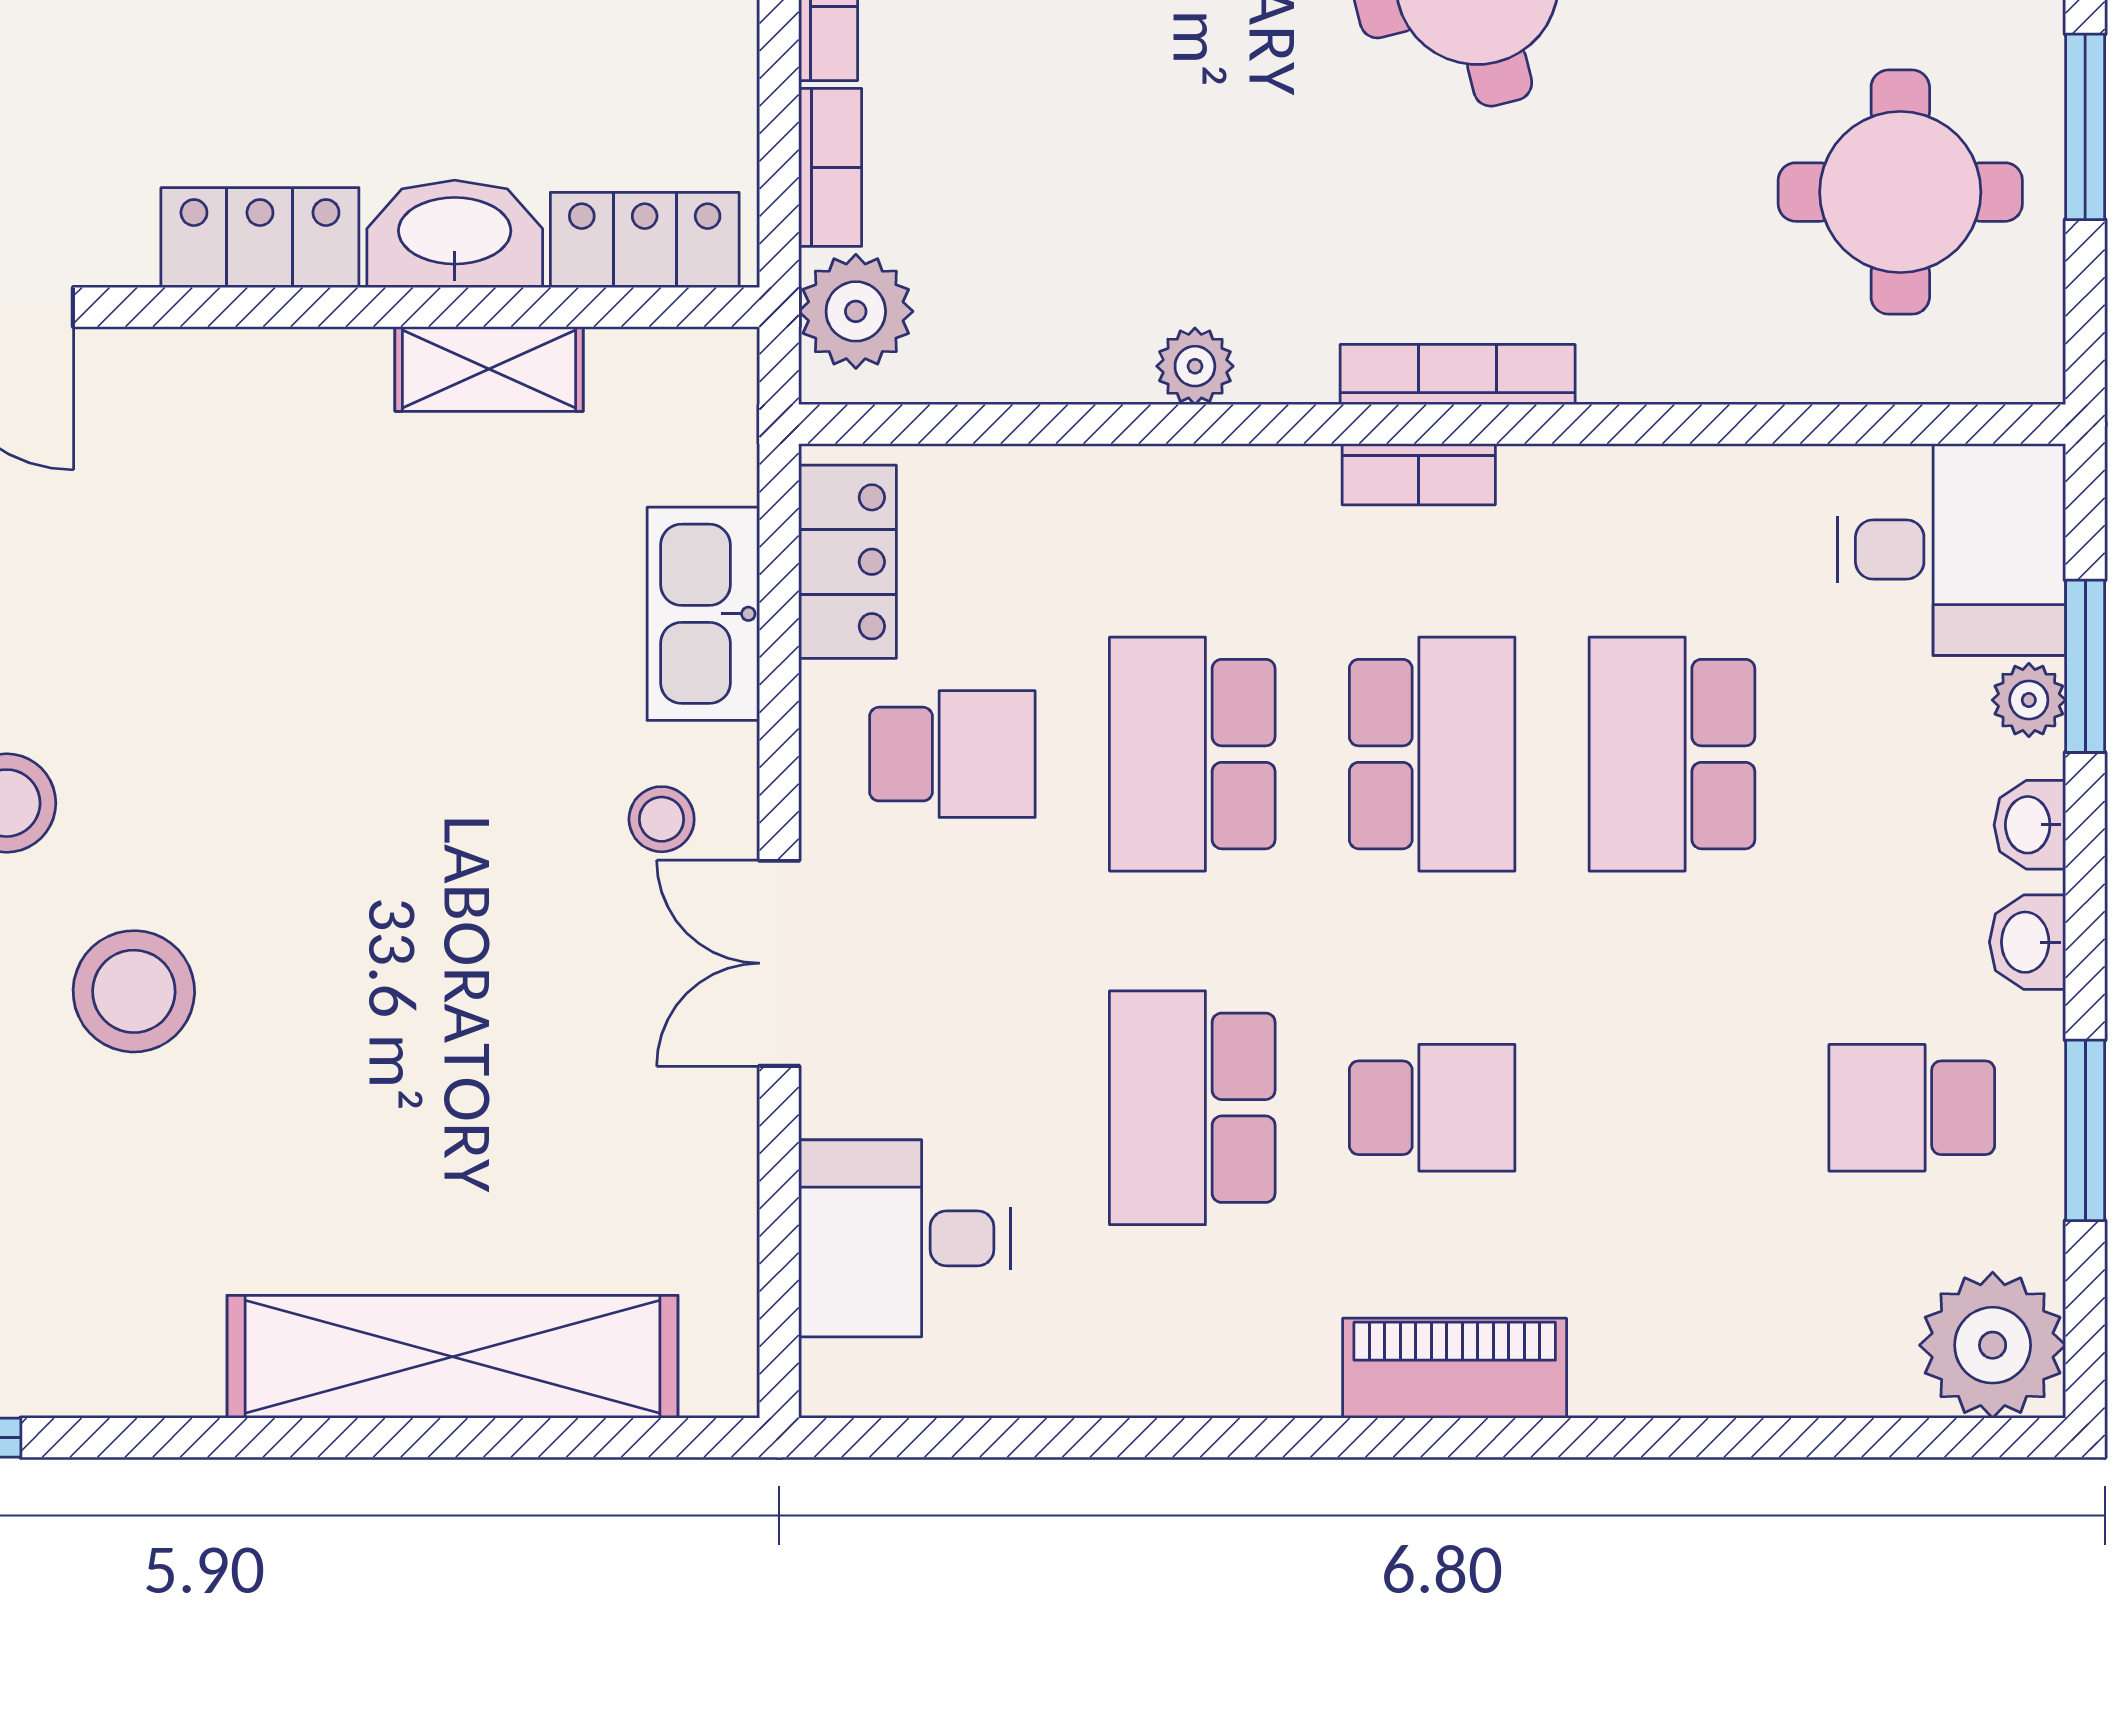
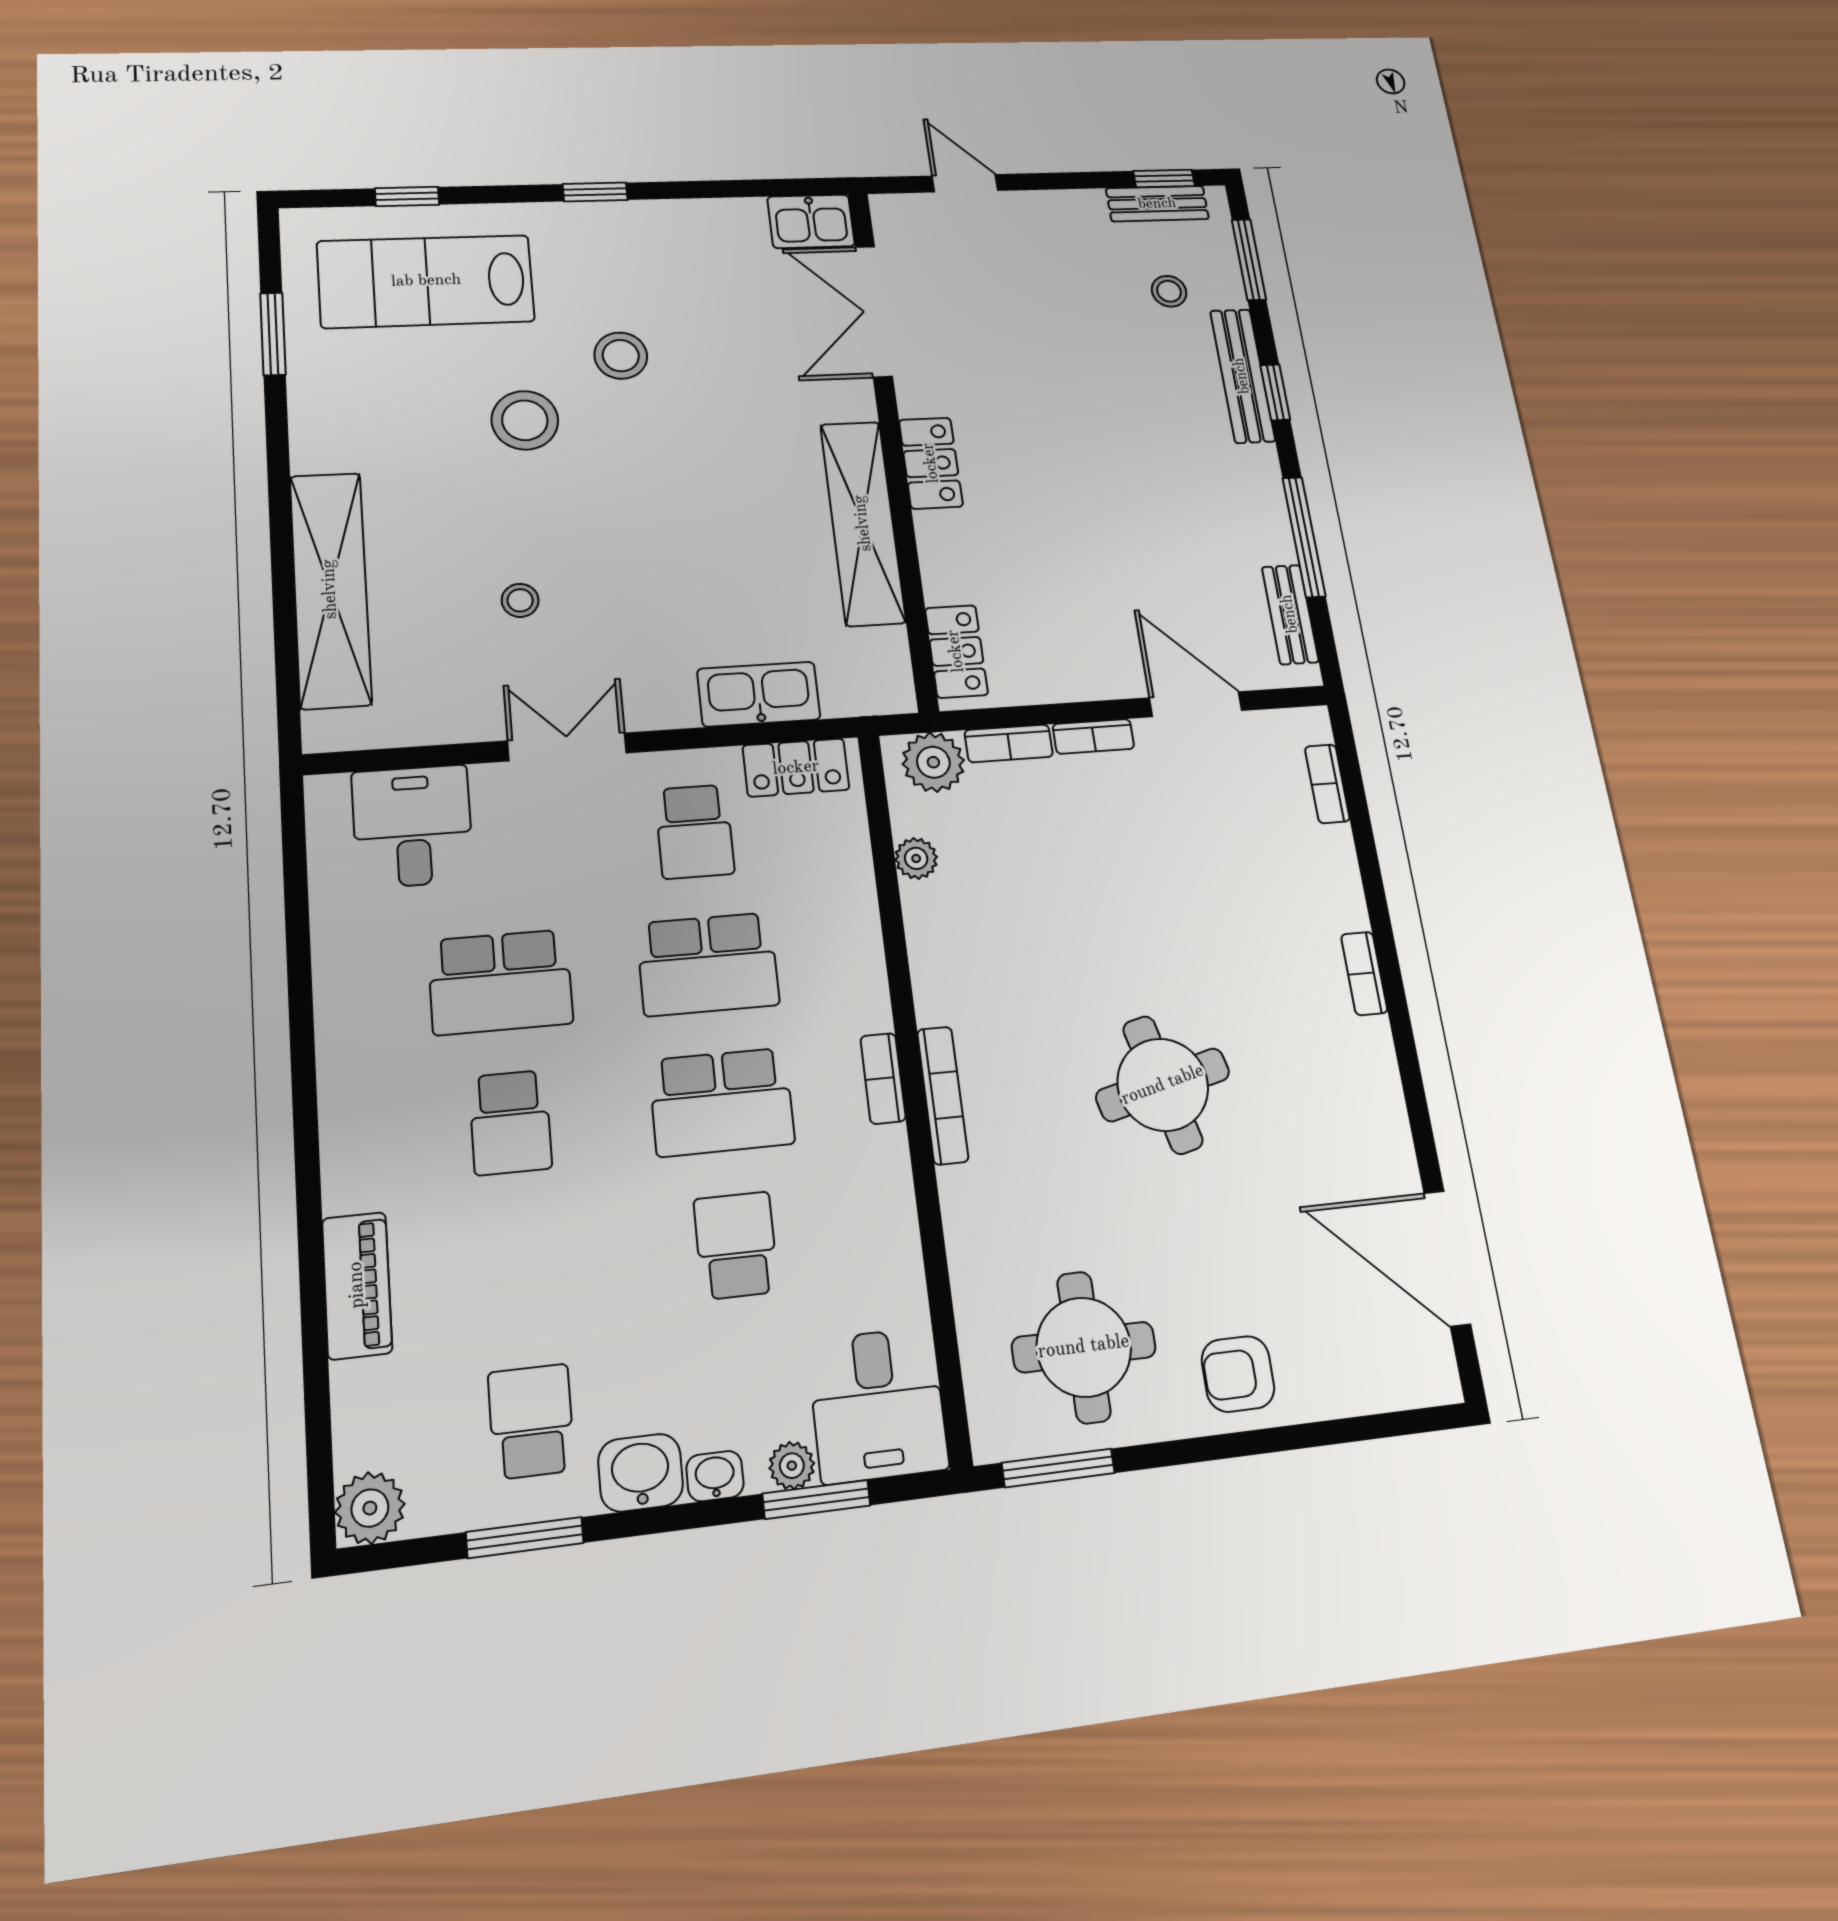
window: (2085, 127) -> (1058, 1468), moved
washbasin: (455, 234) -> (946, 557), removed
plant: (1195, 366) -> (916, 858), moved
shelving: (489, 369) -> (863, 523), width x2.20, depth x1.33
school desk: (1192, 754) -> (708, 964), turned 180
school desk: (1672, 754) -> (736, 1245), width x0.54
stool: (662, 819) -> (520, 600), moved
washbasin: (2027, 942) -> (641, 1473), width x1.38, depth x1.45
school desk: (1192, 1108) -> (500, 982), turned 180
plant: (1993, 1345) -> (370, 1508), width x0.73, depth x0.73
piano: (1455, 1368) -> (357, 1285), moved

